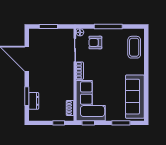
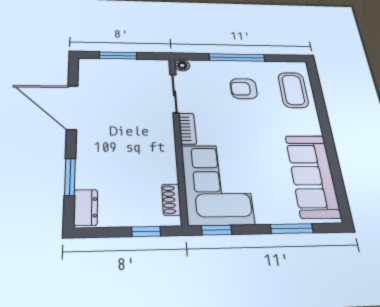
armchair: (95, 43) -> (244, 89), moved
dresser: (34, 101) -> (86, 207), moved

